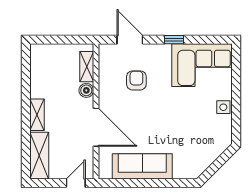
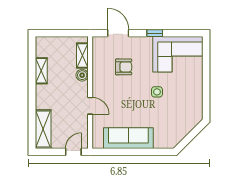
armchair: (136, 80) -> (124, 67), turned 90
side table: (223, 107) -> (157, 92), moved
shelving: (37, 115) -> (41, 71), moved
door: (96, 127) -> (90, 106), width x0.53

